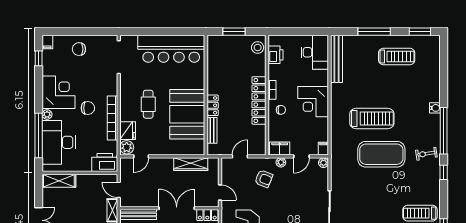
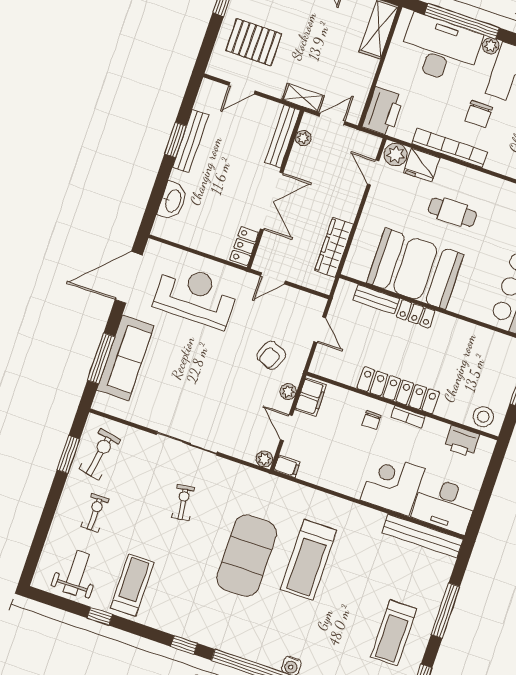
corner desk: (313, 102) -> (393, 484), moved
exercise bike: (426, 154) -> (183, 502), moved
plant: (135, 202) -> (303, 138), added

